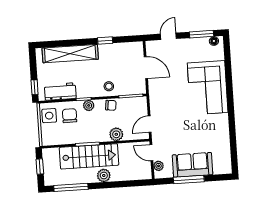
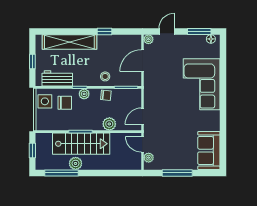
plant: (150, 46) -> (148, 39), added
door: (146, 68) -> (142, 61), swing flipped
window: (35, 87) -> (32, 61), moved
chair: (70, 116) -> (65, 103), turned 90
sofa: (192, 165) -> (209, 151), moved, turned -90
plant: (104, 175) -> (76, 163), moved

